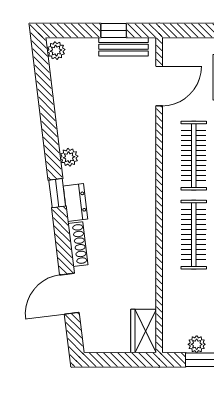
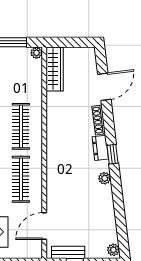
wardrobe: (144, 331) -> (55, 69), width x1.50
plant: (197, 344) -> (36, 53), moved

